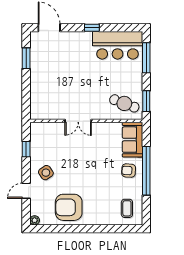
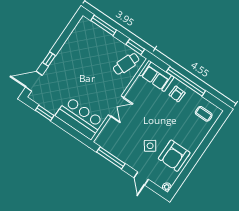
window: (92, 28) -> (49, 59), moved
bar counter: (118, 45) -> (80, 118), moved, turned -90
window: (26, 149) -> (111, 158), width x2.17
side table: (46, 173) -> (150, 146), moved

